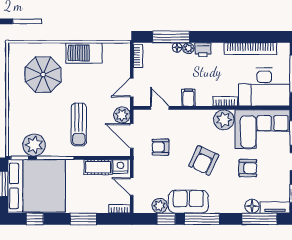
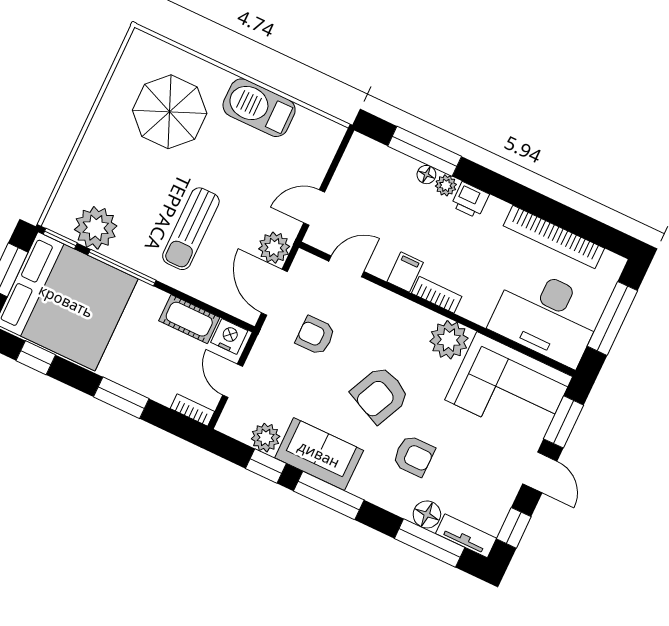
bookcase: (138, 56) -> (351, 158), removed
bookcase: (225, 101) -> (437, 295), moved
door: (160, 108) -> (346, 266), hinge flipped
armchair: (248, 168) -> (414, 456), moved

